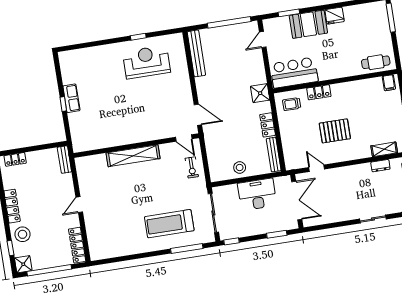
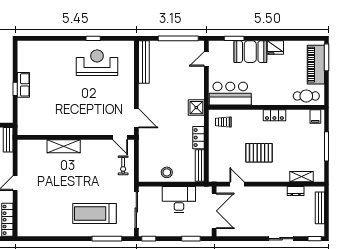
piano: (381, 27) -> (316, 65), added
locker: (319, 92) -> (274, 115), moved
shelving: (133, 156) -> (64, 146), width x0.68

